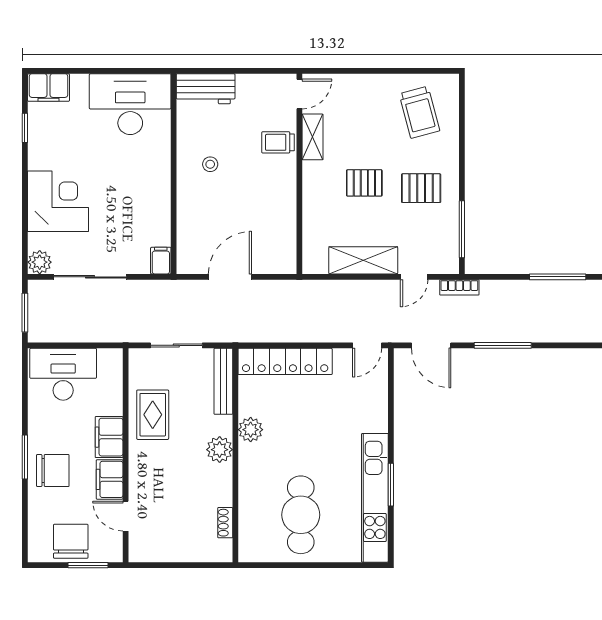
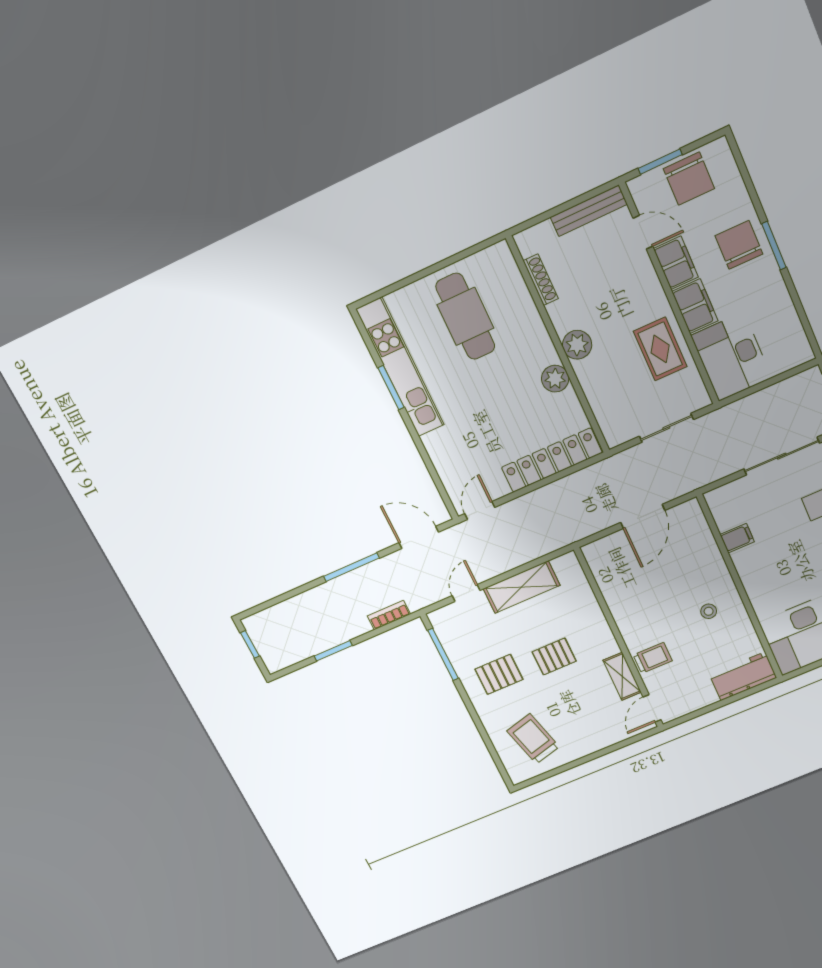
filing cabinet: (161, 261) -> (737, 538), moved, turned -90
window: (558, 277) -> (333, 651), width x0.69
bookcase: (459, 287) -> (389, 615), moved
desk: (63, 374) -> (731, 357), moved, turned 90
bench: (223, 381) -> (589, 211), moved, turned 90
chair: (53, 471) -> (739, 245), turned 90
shoe rack: (225, 523) -> (541, 280), width x1.43

